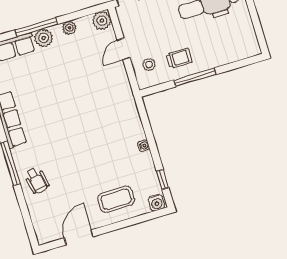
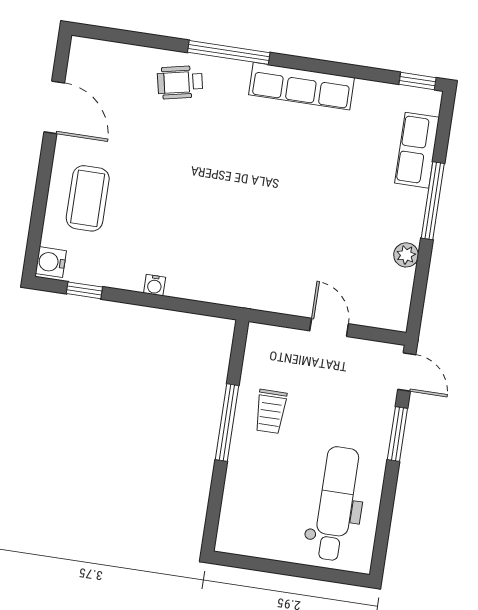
plant: (102, 21) -> (392, 314), removed
plant: (44, 38) -> (409, 205), removed
stool: (149, 65) -> (284, 357), removed

